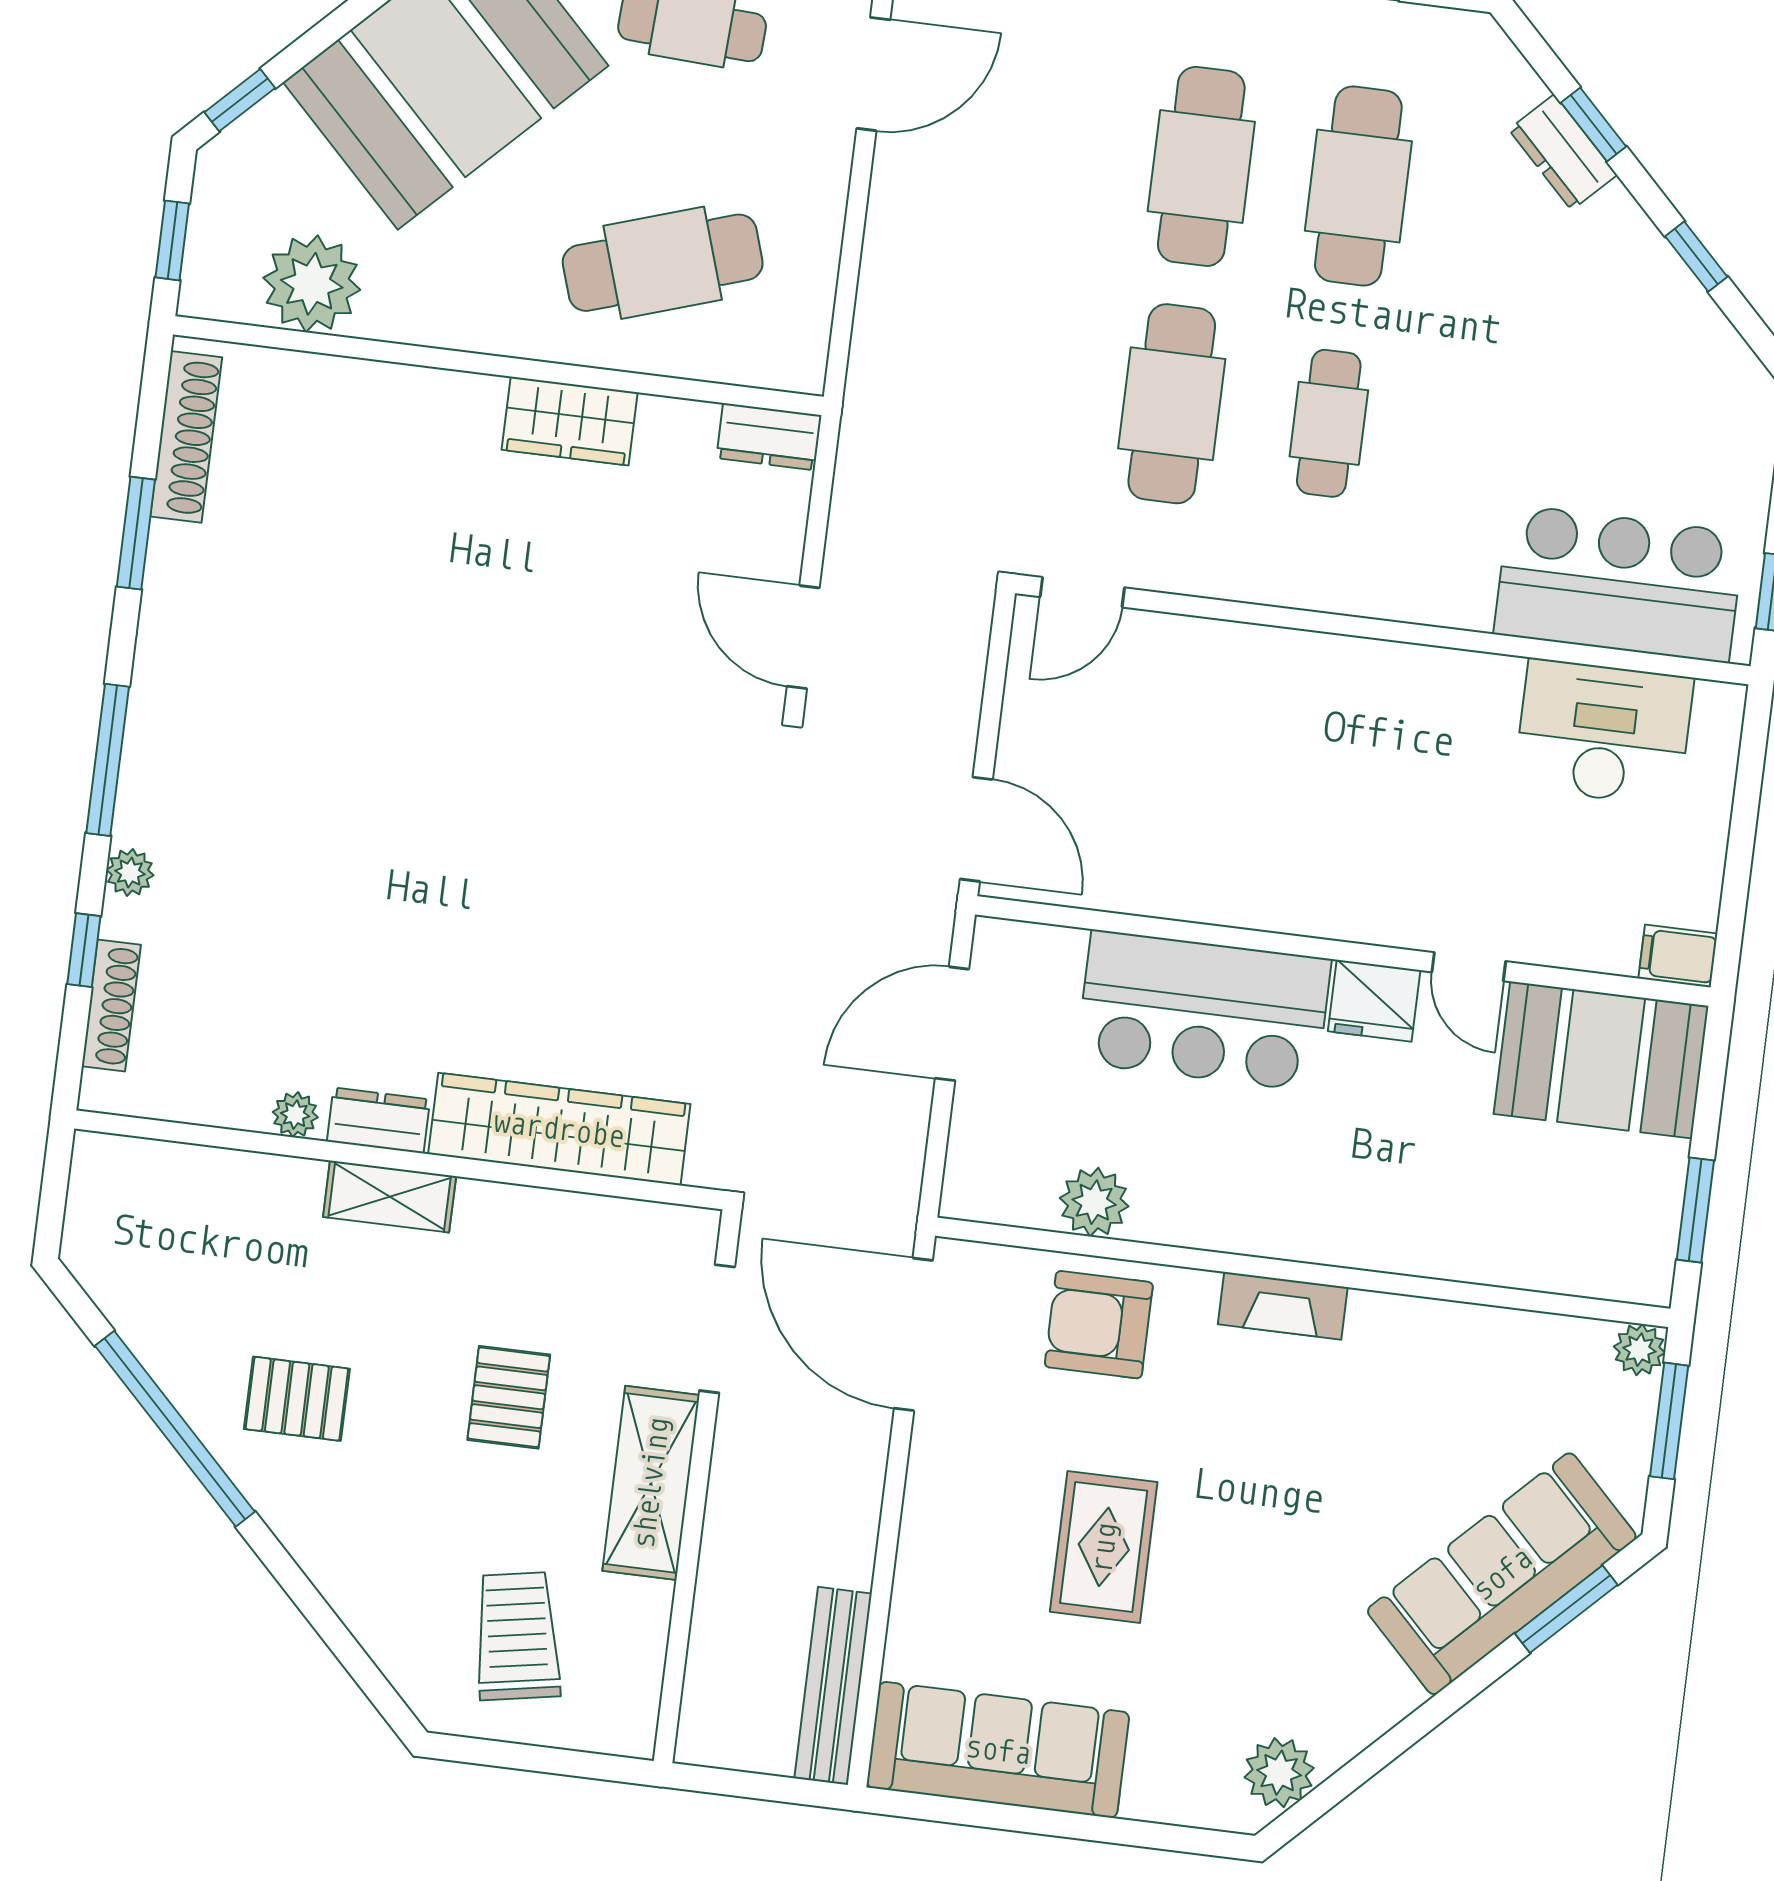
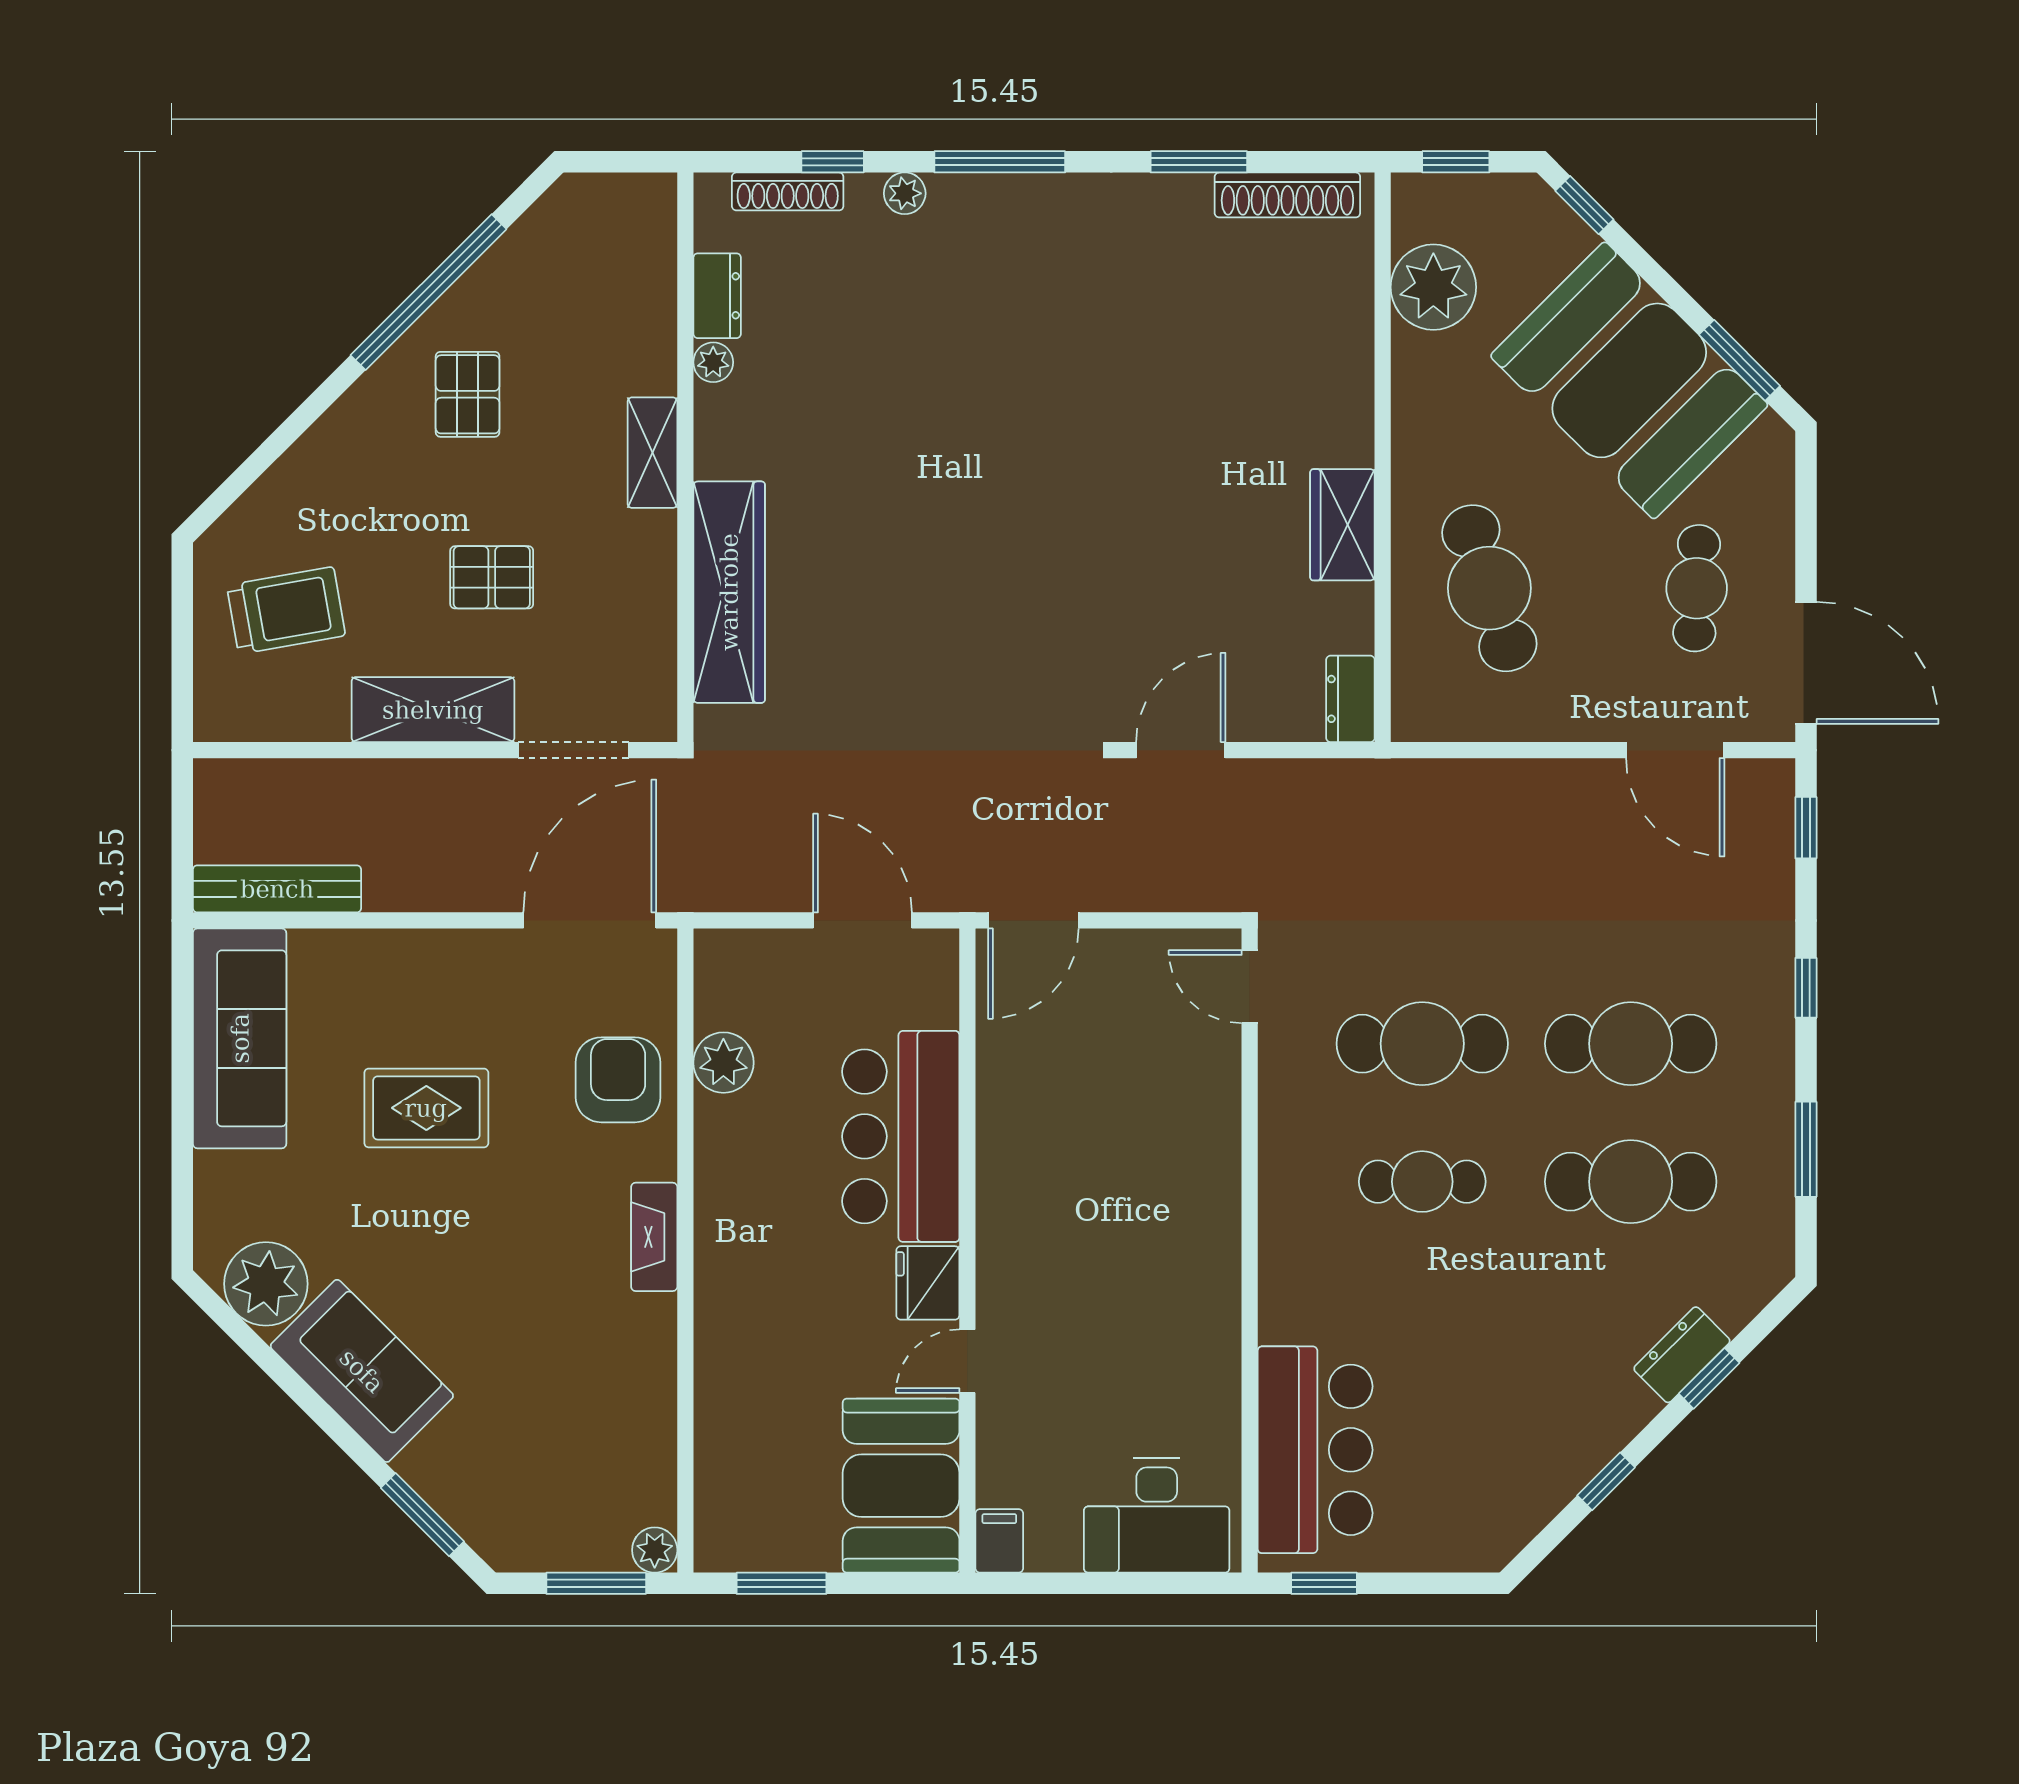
desk: (1604, 733) -> (1157, 1515), moved, turned 90
dresser: (378, 1120) -> (717, 296), moved
sofa: (1502, 1574) -> (362, 1371), moved, width x0.73
plant: (1279, 1773) -> (266, 1284), width x1.36, depth x1.36

